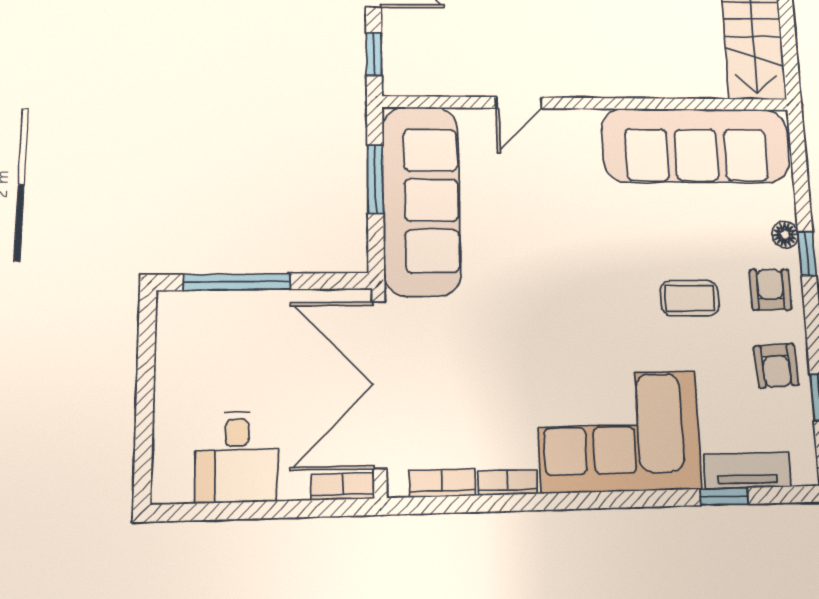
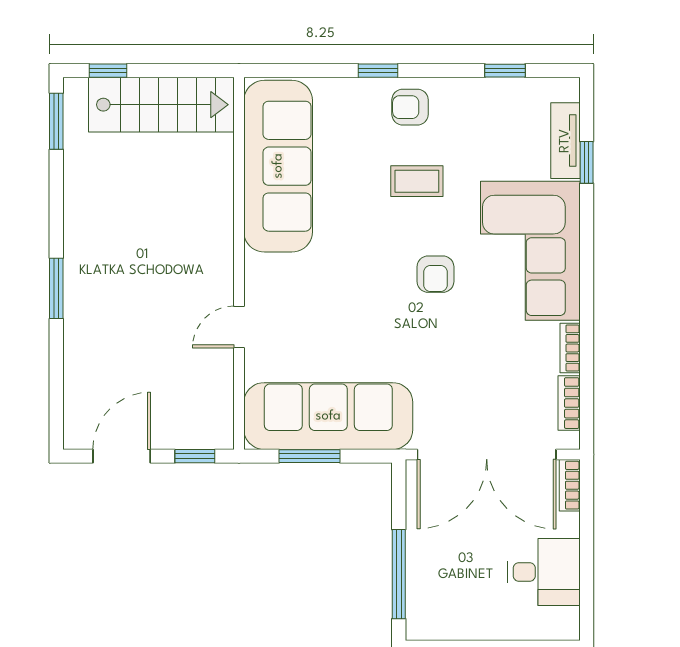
door: (519, 103) -> (239, 327), swing flipped
floor lamp: (785, 235) -> (360, 90), removed
coffee table: (690, 298) -> (417, 181), turned 90
armchair: (776, 366) -> (435, 274), moved, turned 93

